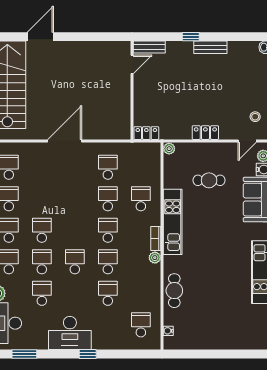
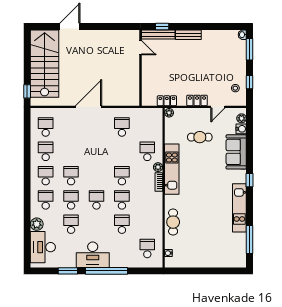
window: (191, 37) -> (162, 27), moved
bench: (149, 47) -> (158, 34), width x1.36
bench: (210, 47) -> (188, 35), moved
door: (132, 64) -> (141, 48), hinge flipped
locker: (146, 133) -> (167, 101), moved
door: (247, 141) -> (218, 107), moved
school desk: (108, 199) -> (122, 151), removed
plant: (155, 258) -> (158, 167), moved
window: (24, 354) -> (68, 271), moved
window: (88, 354) -> (106, 271), width x3.17

